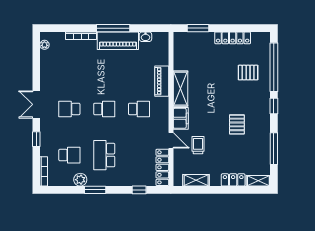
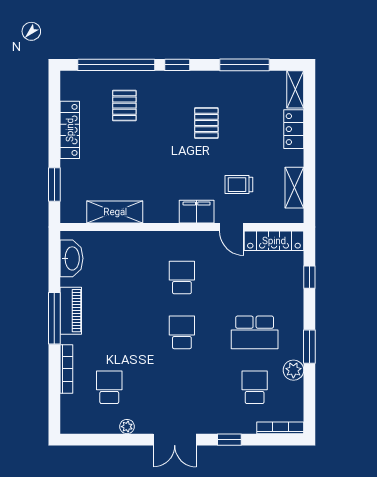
washbasin: (146, 37) -> (71, 258), width x1.91, depth x1.45
piano: (118, 41) -> (71, 311), width x0.73, depth x0.75
plant: (44, 45) -> (127, 427), moved
piano: (162, 81) -> (138, 242), removed
shelving: (181, 89) -> (115, 212), moved
school desk: (69, 109) -> (109, 387), moved, turned 180
pallet: (237, 124) -> (206, 123), turned 90
door: (171, 140) -> (232, 227), swing flipped

